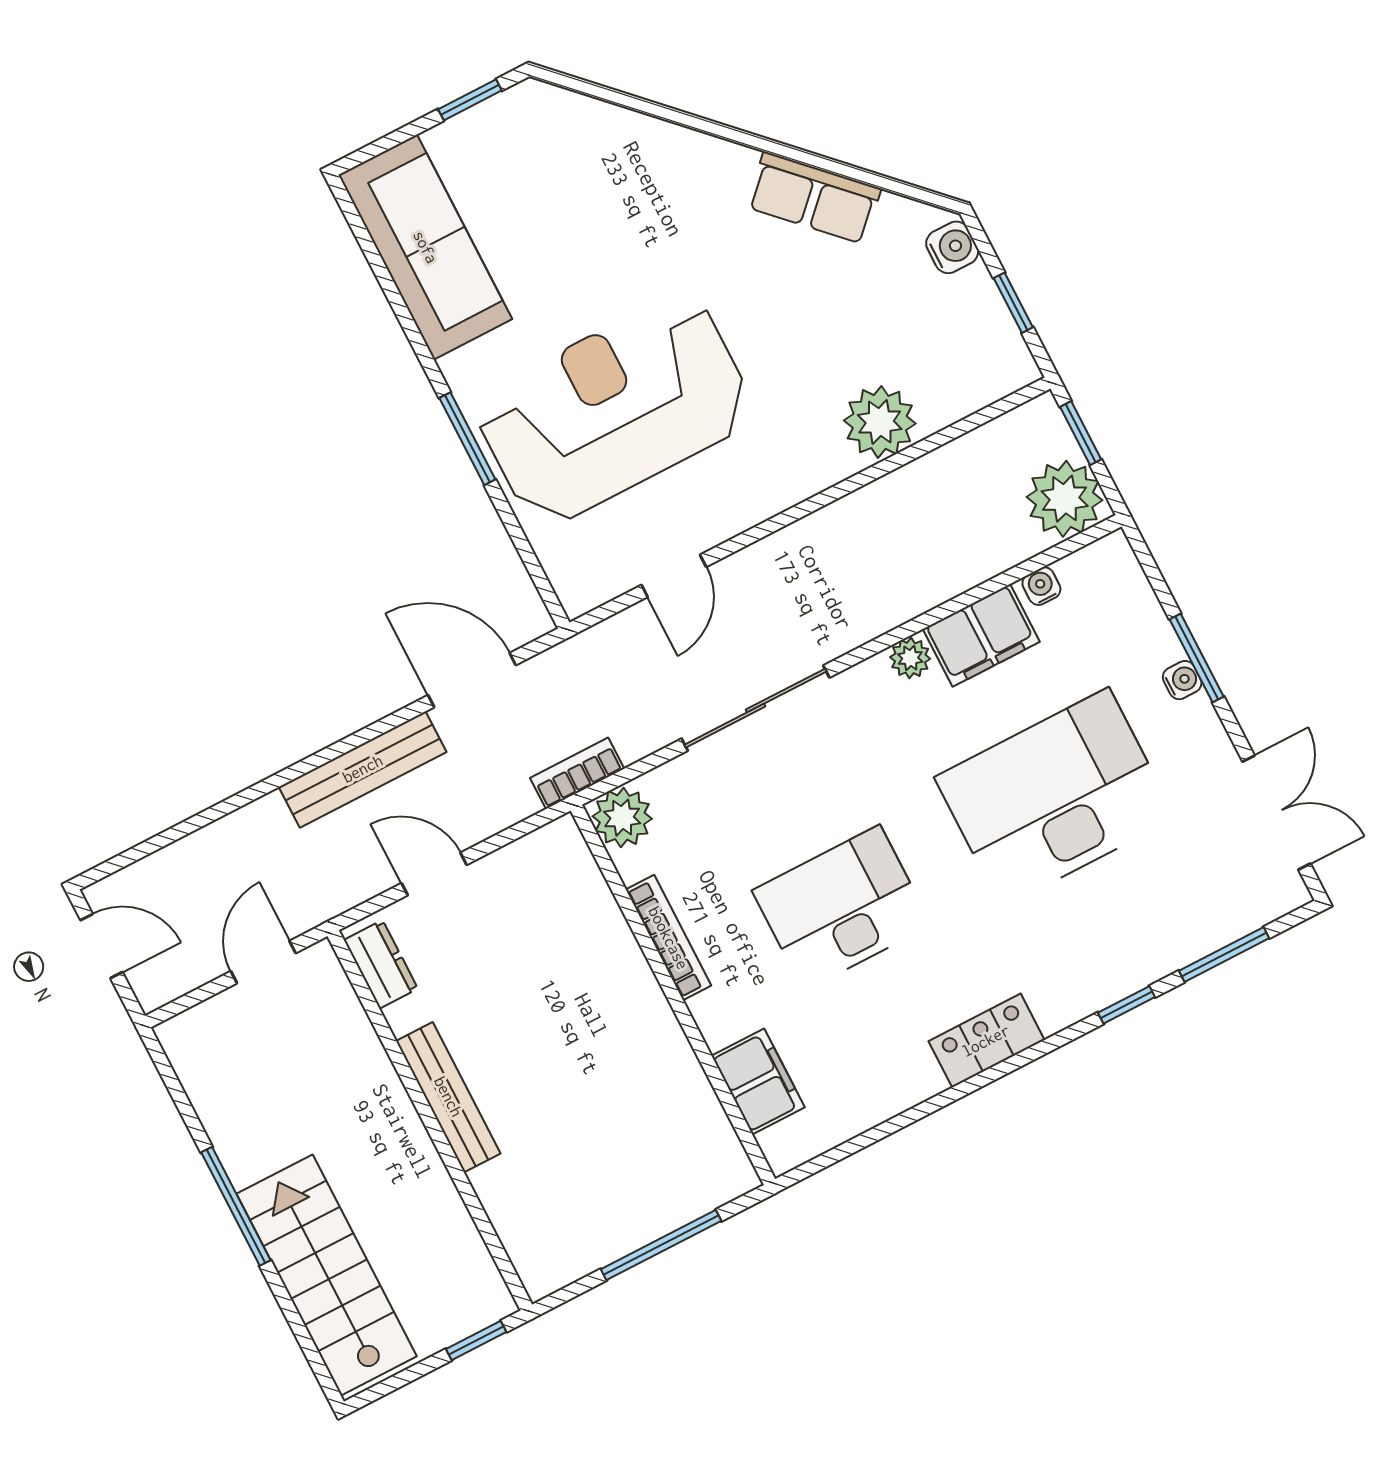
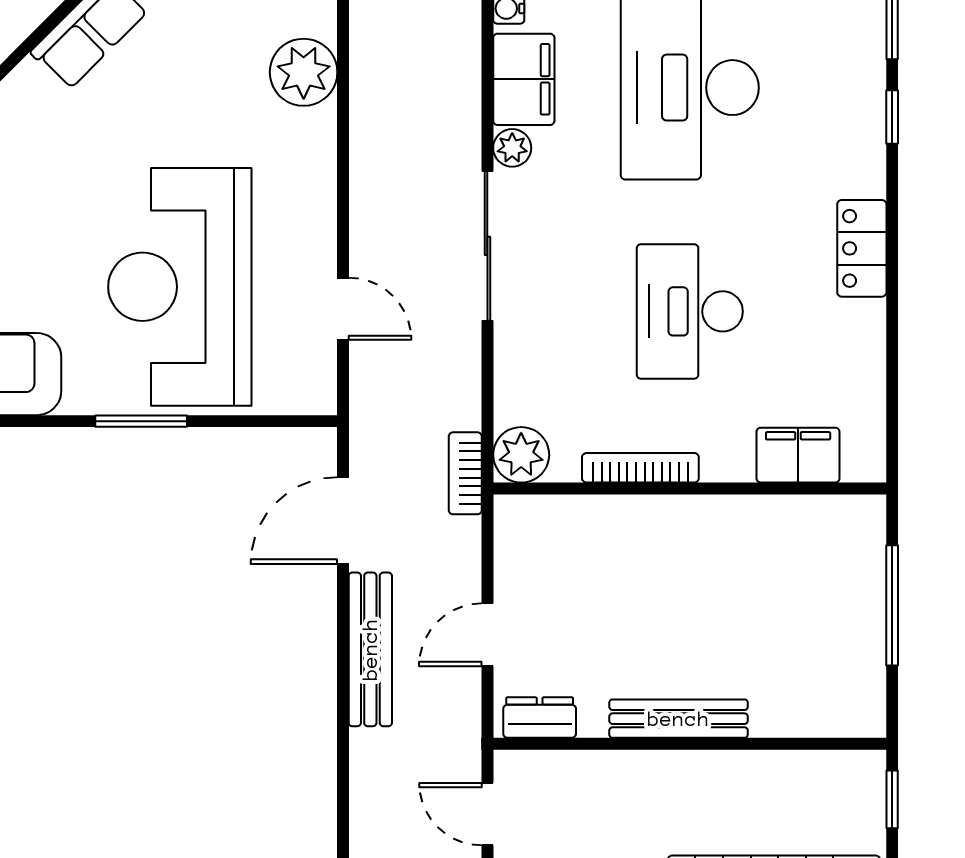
sliding door: (756, 708) -> (487, 246), moved

